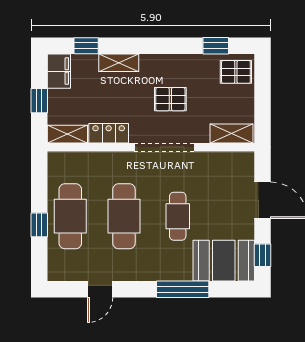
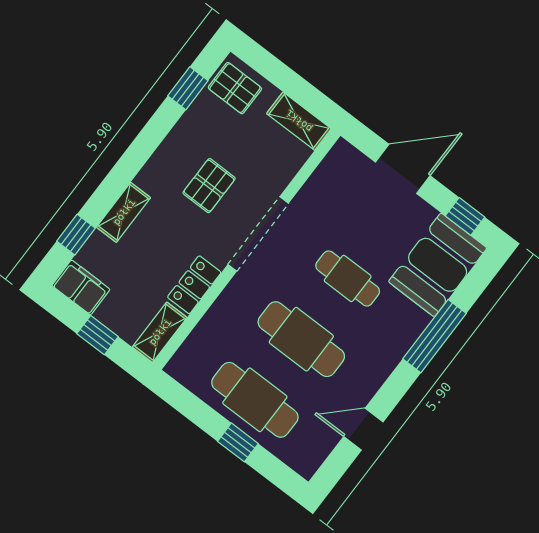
pallet: (236, 72) -> (235, 88), turned 90
shelving: (232, 134) -> (299, 121), moved, turned 90
door: (100, 289) -> (363, 429), swing flipped

